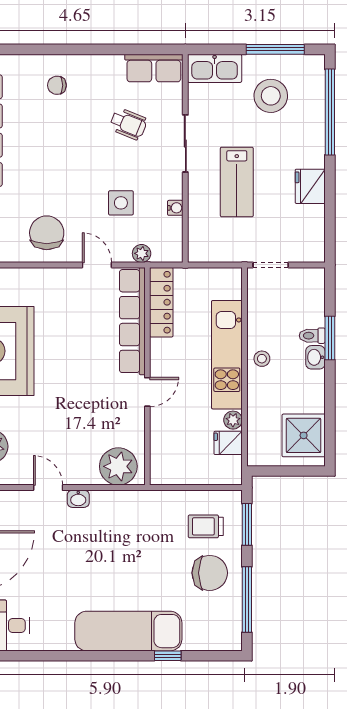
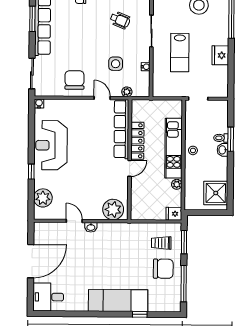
locker: (161, 302) -> (137, 141), moved
fridge: (228, 443) -> (174, 214), moved

